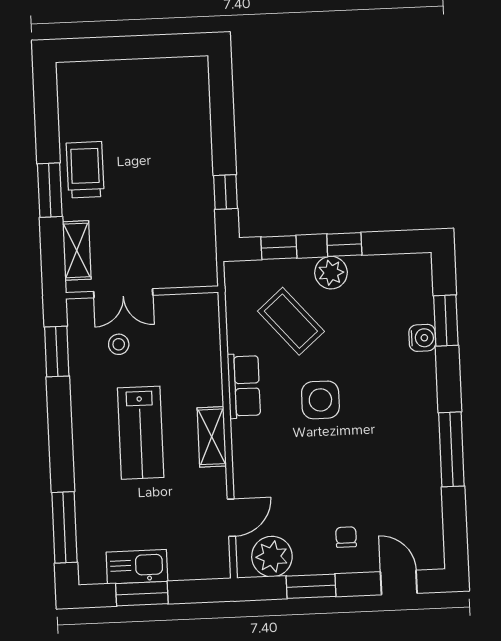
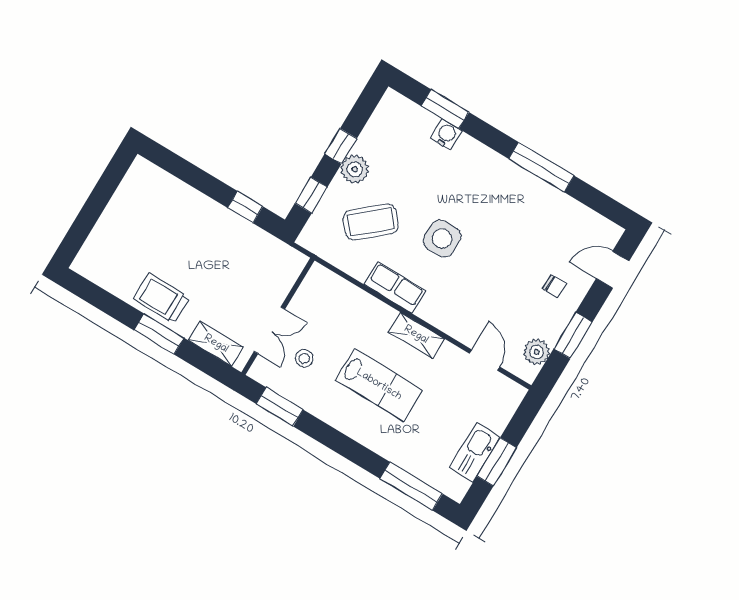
chair: (346, 537) -> (554, 286), turned 180
plant: (272, 557) -> (537, 352), width x0.73, depth x0.73

